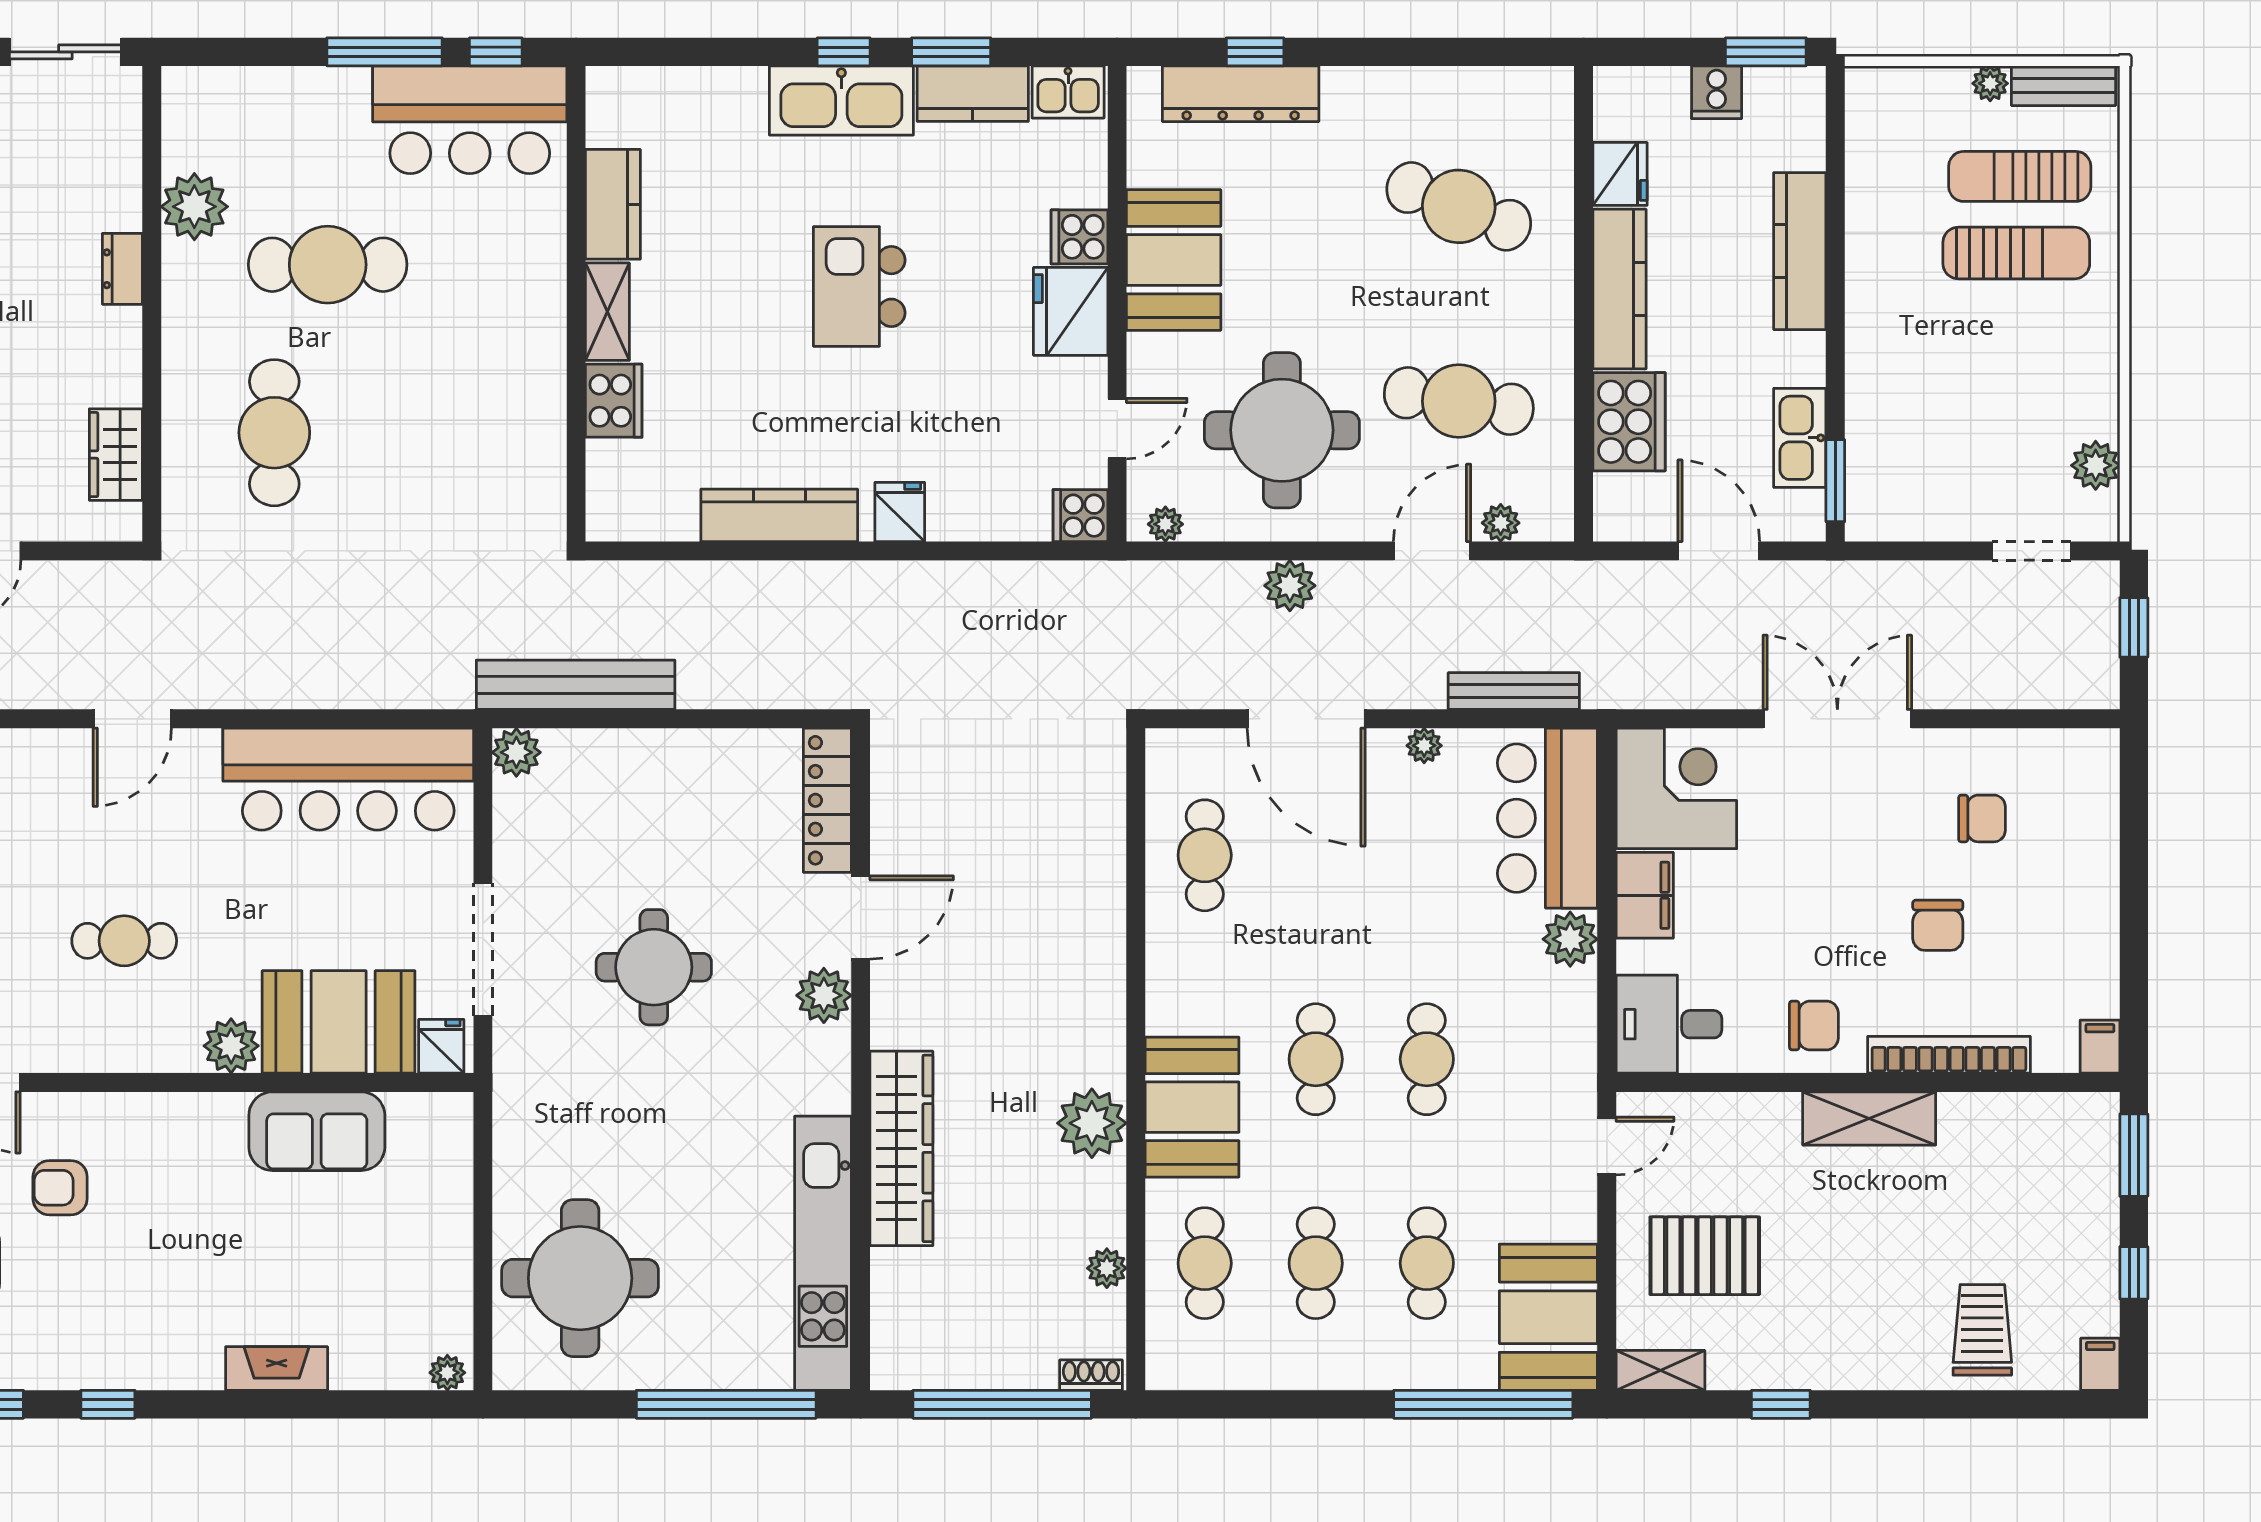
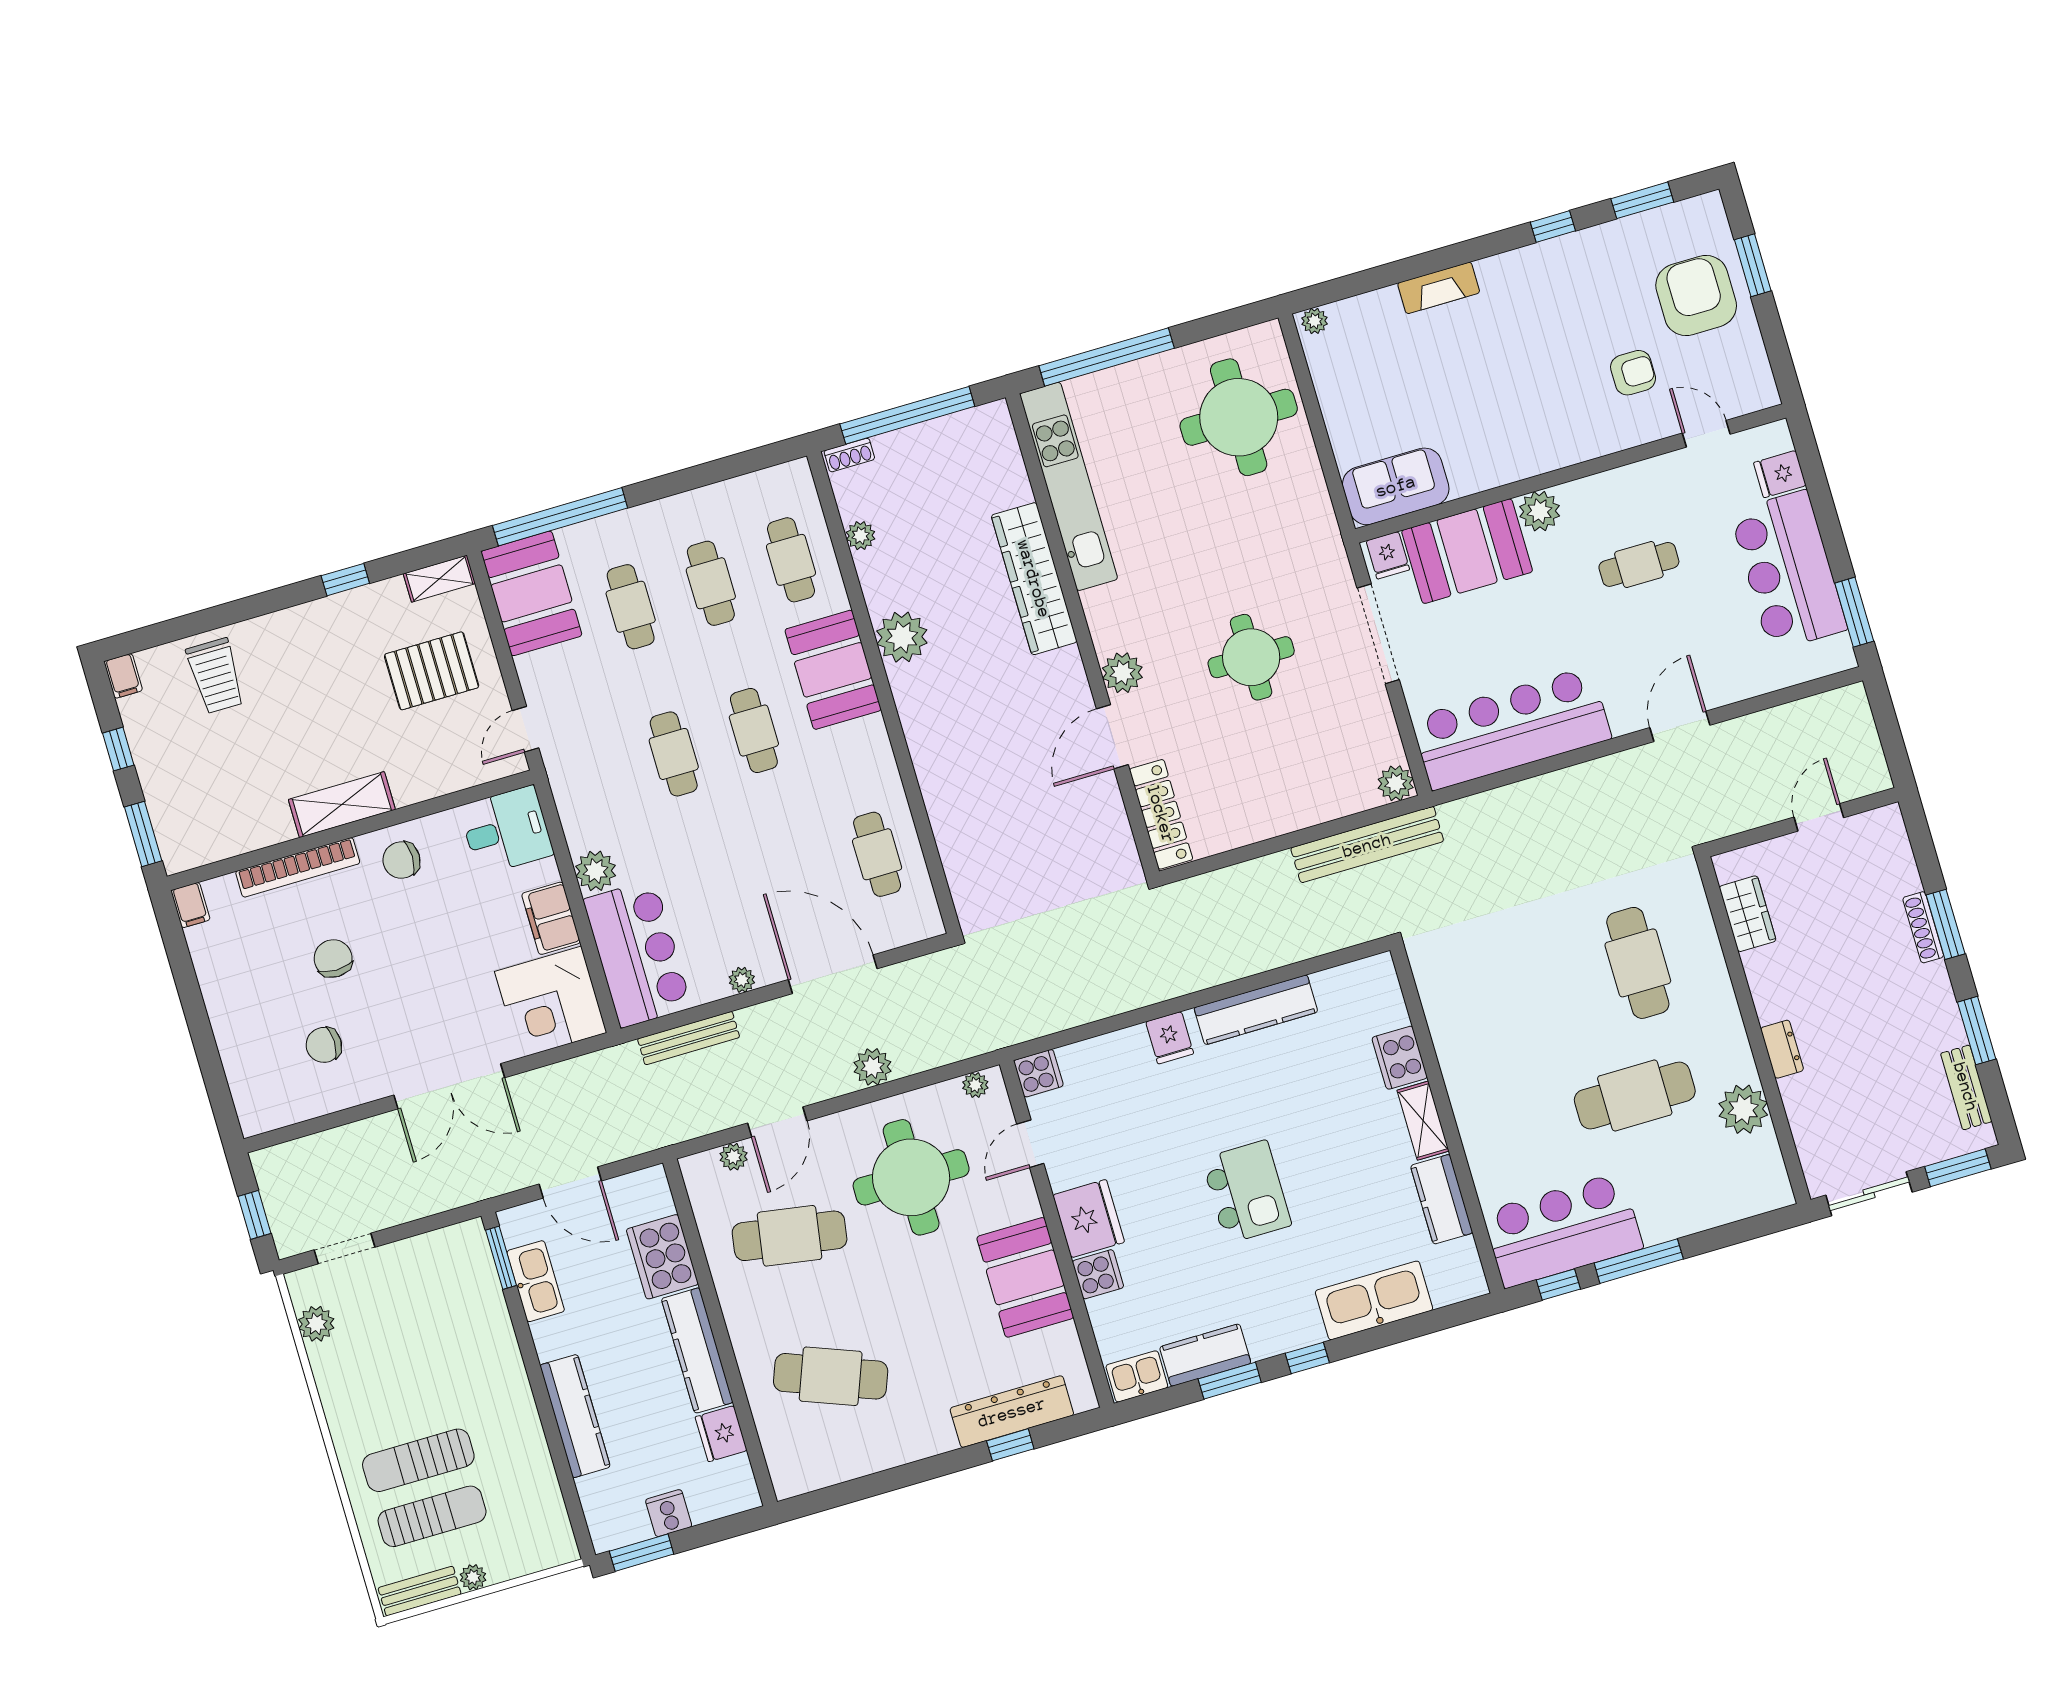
kitchen sink: (841, 100) -> (1374, 1300), moved
sofa: (317, 1131) -> (1396, 486), moved

